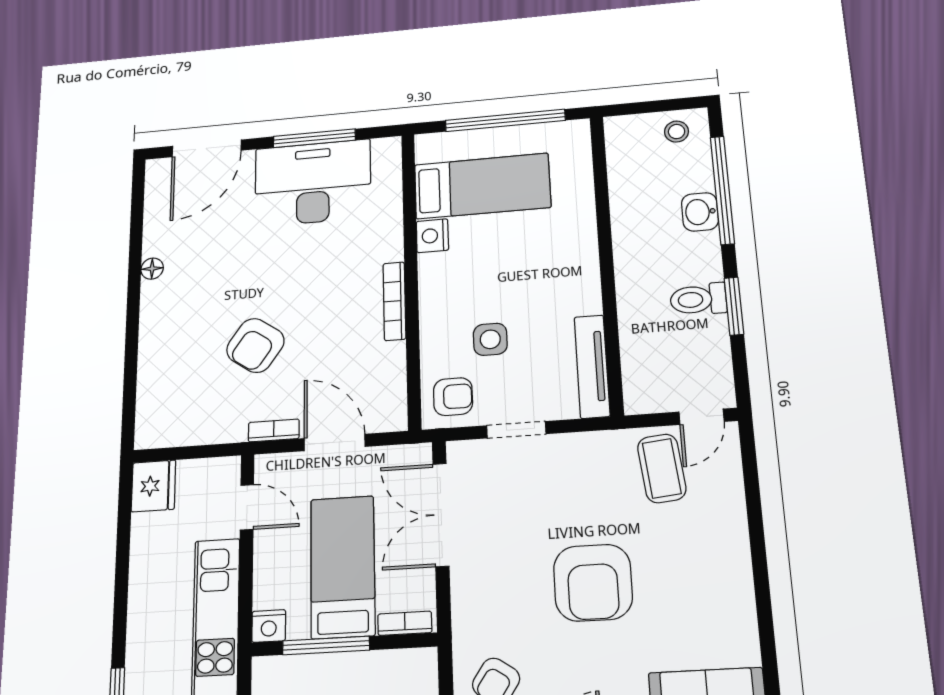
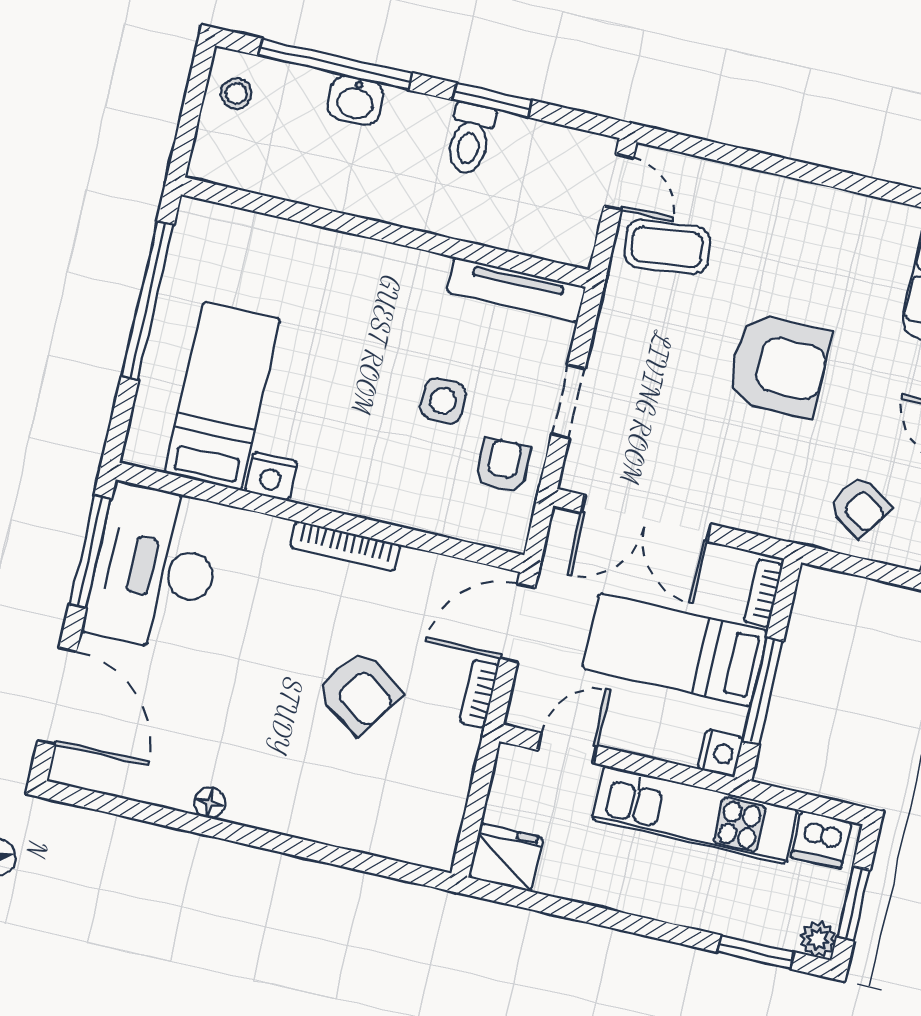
bed: (482, 186) -> (222, 396), moved
nightstand: (432, 236) -> (271, 476), moved
wall: (411, 278) -> (320, 517), moved
bookcase: (394, 301) -> (345, 546), moved

